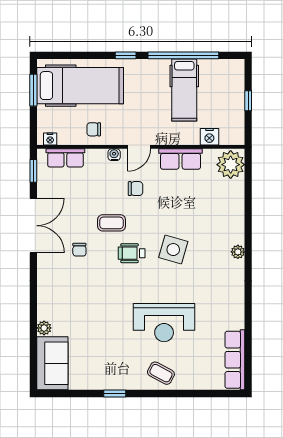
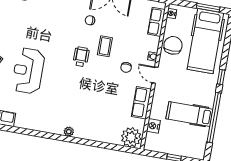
chair: (94, 129) -> (173, 45), width x1.87, depth x1.87
side table: (173, 250) -> (78, 86), removed

